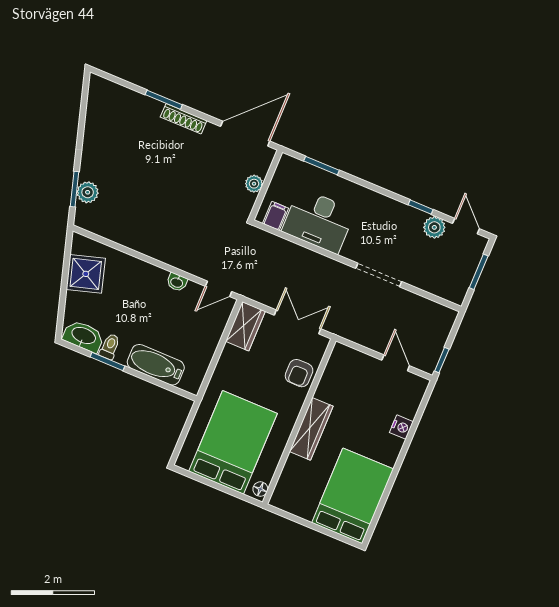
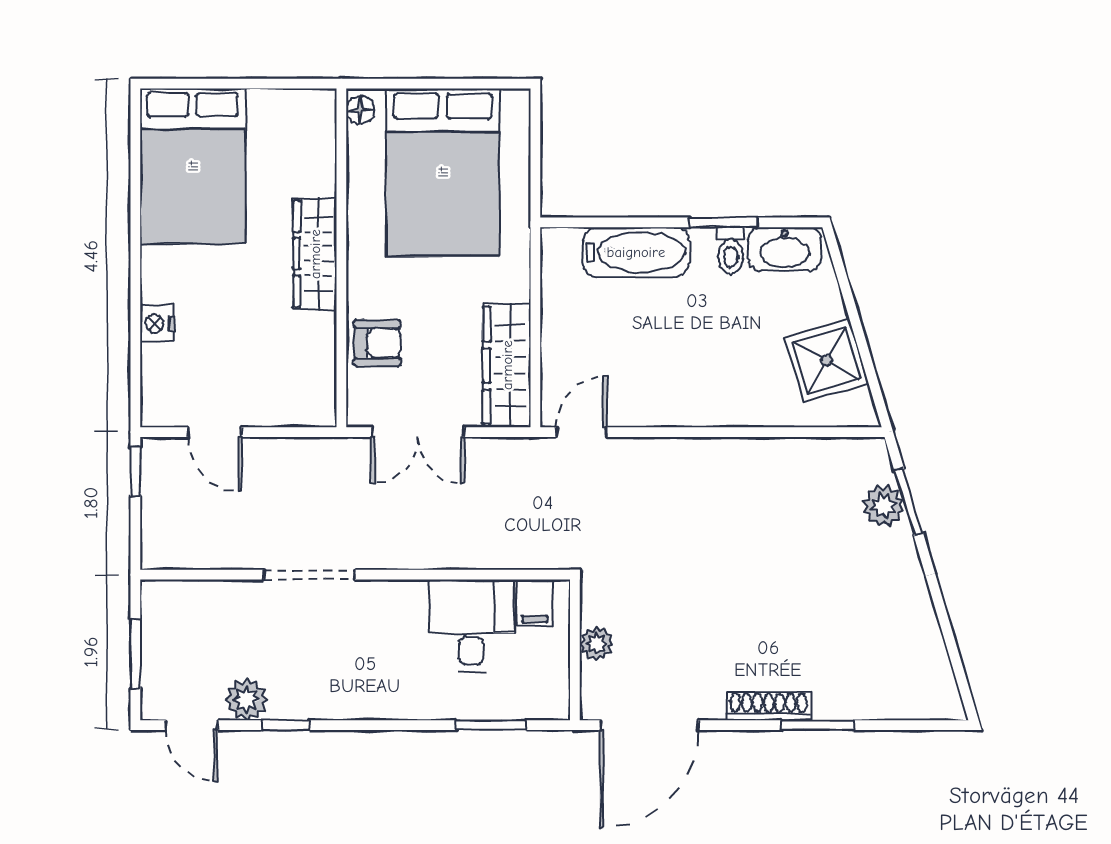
desk: (318, 221) -> (471, 626), width x0.73
washbasin: (177, 282) -> (660, 413), removed
wardrobe: (245, 326) -> (507, 365), width x1.50
armchair: (299, 373) -> (377, 343), turned 90

